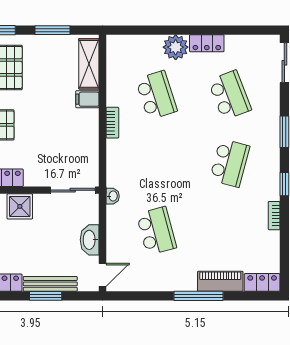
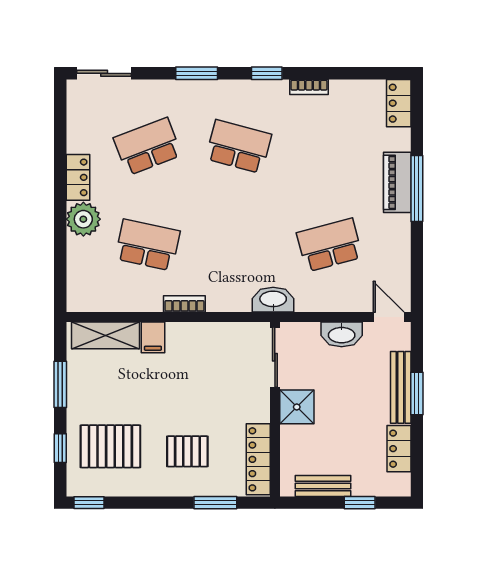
school desk: (156, 95) -> (148, 245), turned 30
washbasin: (113, 196) -> (273, 300), width x1.91, depth x1.45
shower: (20, 206) -> (297, 407), moved
piano: (220, 281) -> (397, 182), moved

